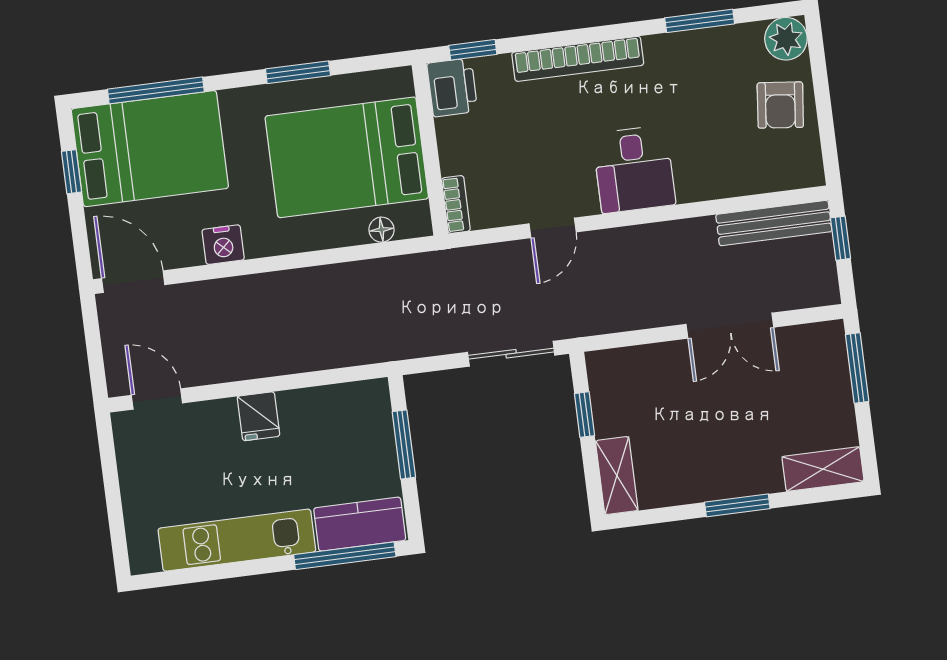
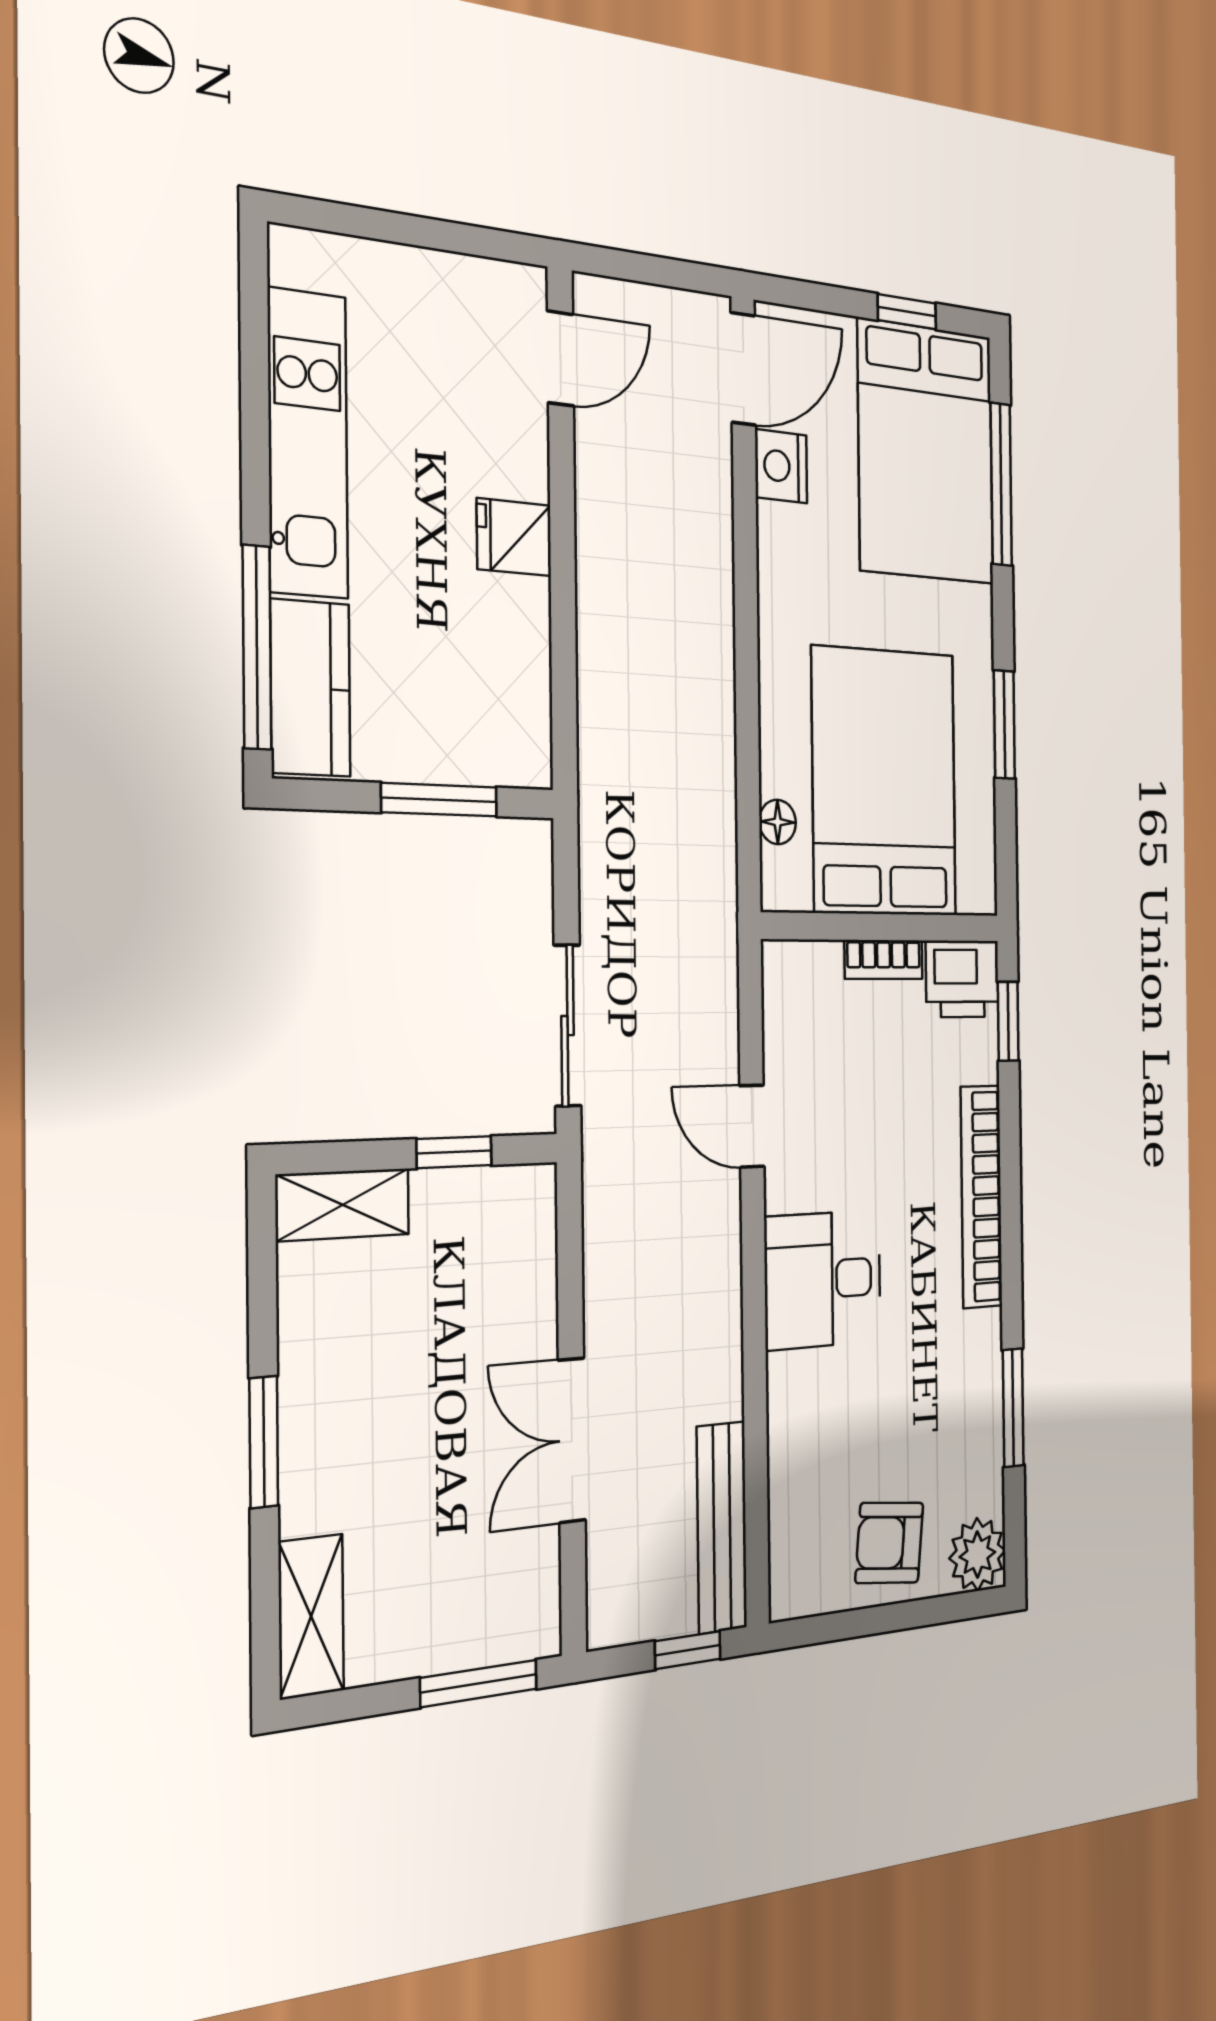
bookcase: (456, 204) -> (884, 960), moved
nightstand: (223, 245) -> (781, 466), moved

